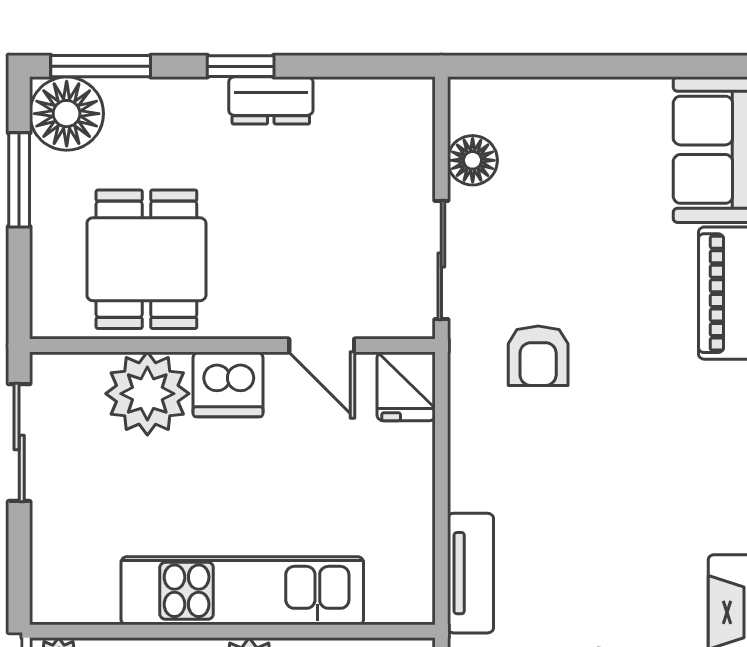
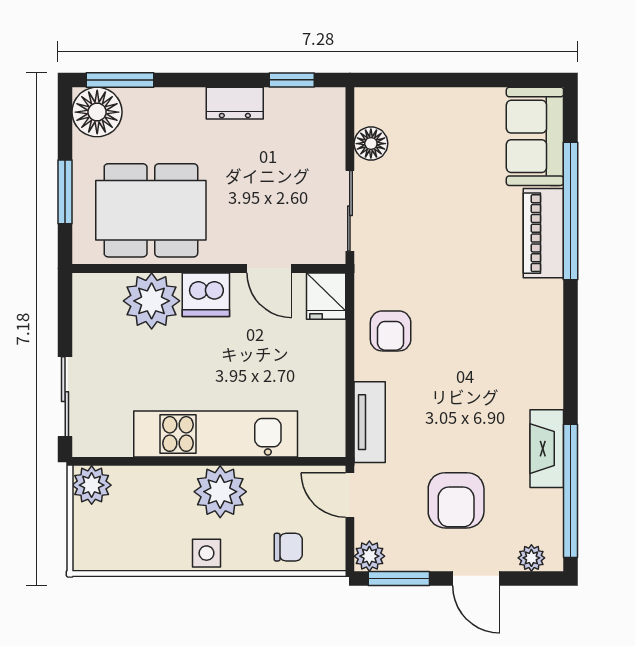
window: (241, 66) -> (292, 80), moved
window: (19, 180) -> (65, 192), moved
dining table: (146, 259) -> (151, 210), width x1.38
armchair: (538, 356) -> (391, 331), moved
sliding door: (19, 443) -> (65, 397), moved

